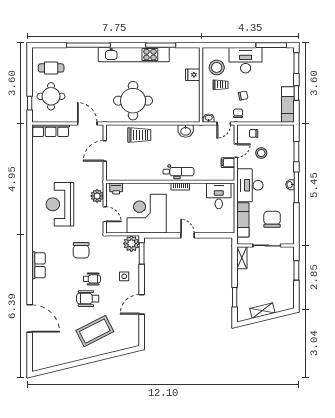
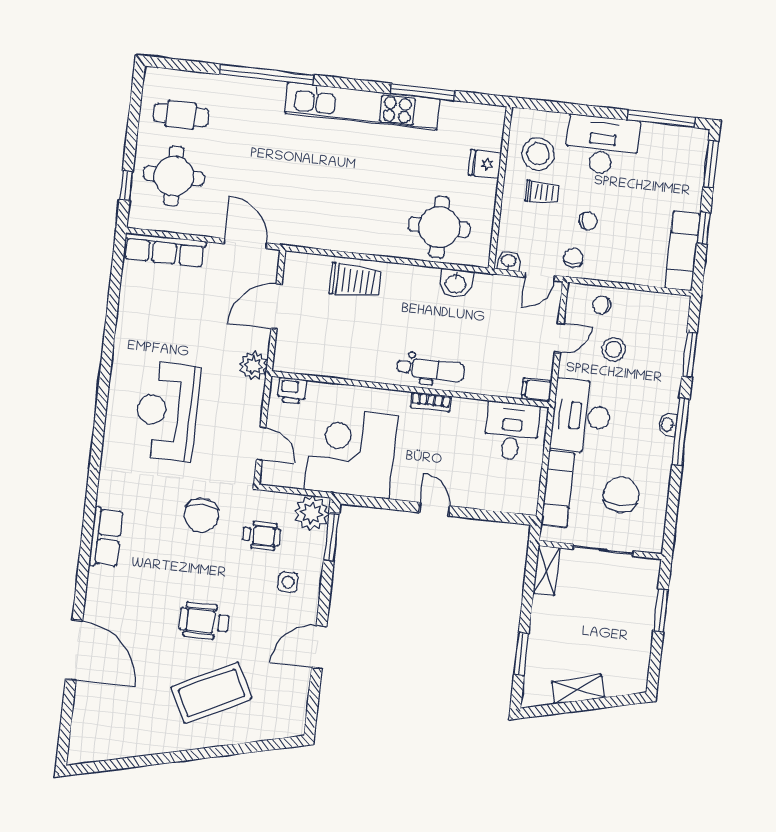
round table: (133, 101) -> (439, 227), moved, width x0.73, depth x0.73
filing cabinet: (228, 163) -> (536, 390), moved
plant: (97, 196) -> (253, 365), moved
wheelchair: (92, 279) -> (261, 536), moved

